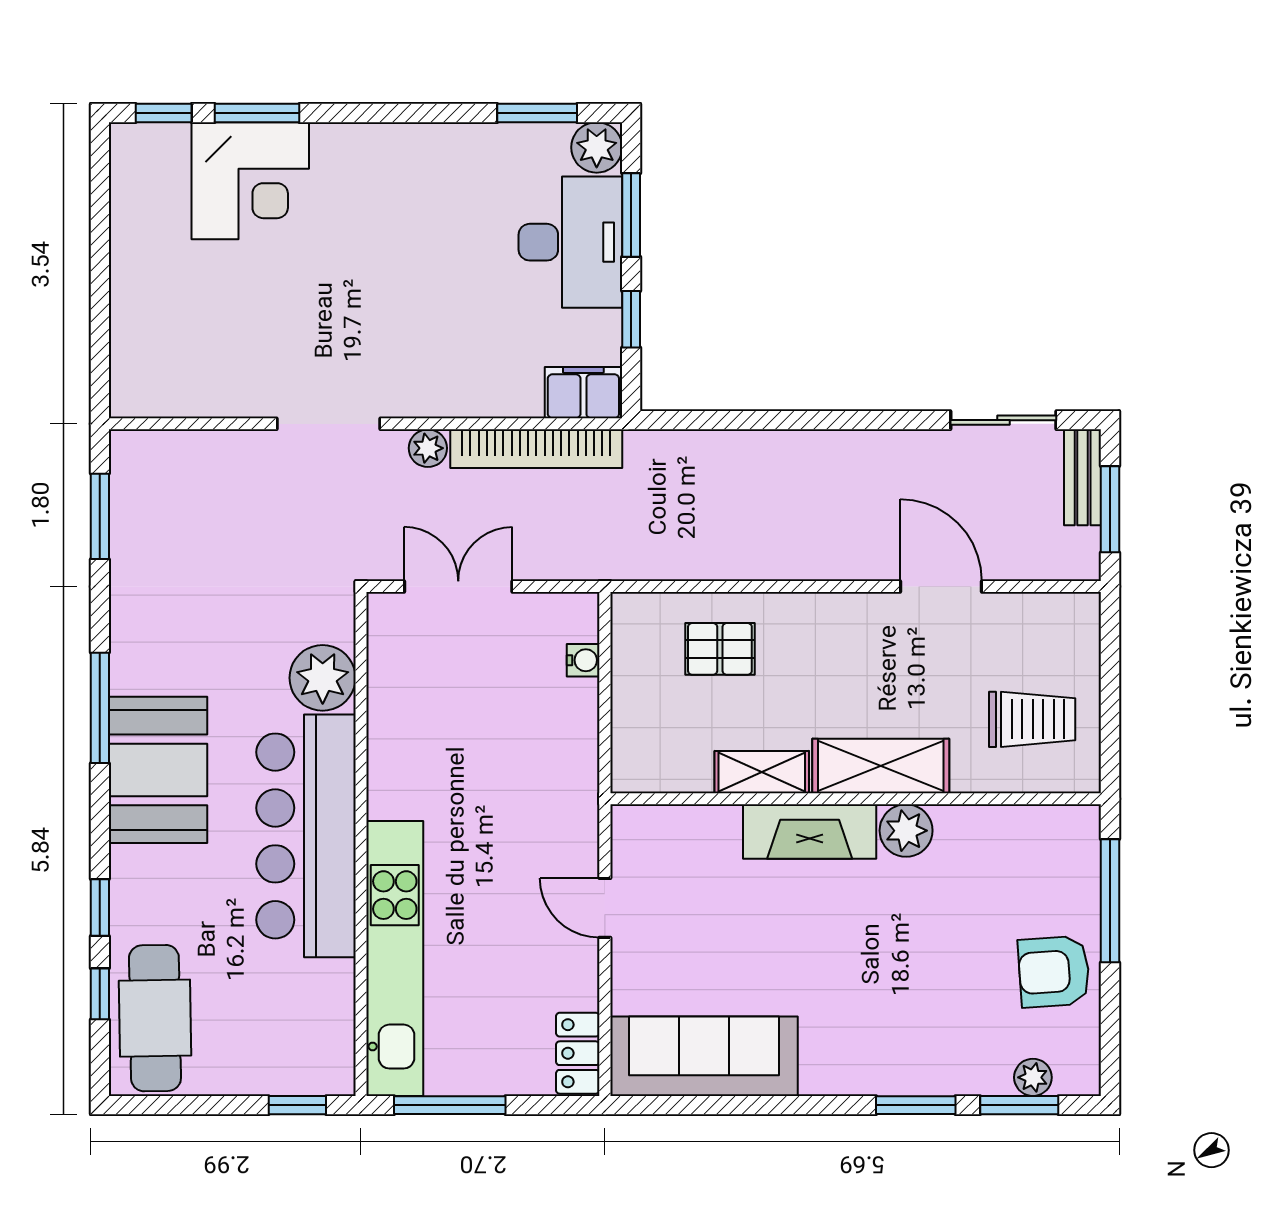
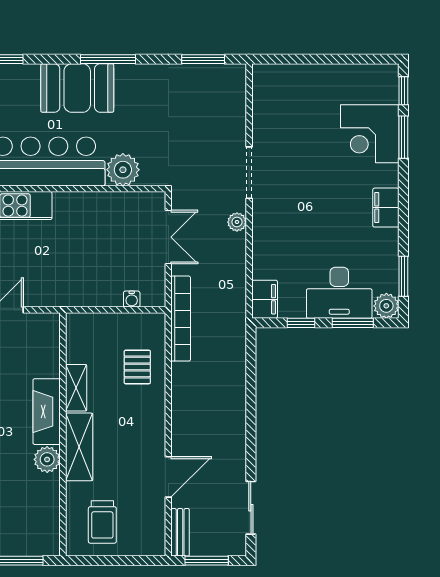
filing cabinet: (399, 148) -> (386, 208), added
bookcase: (536, 449) -> (181, 319), moved, turned 180
bench: (1083, 477) -> (180, 532), moved, turned 90

